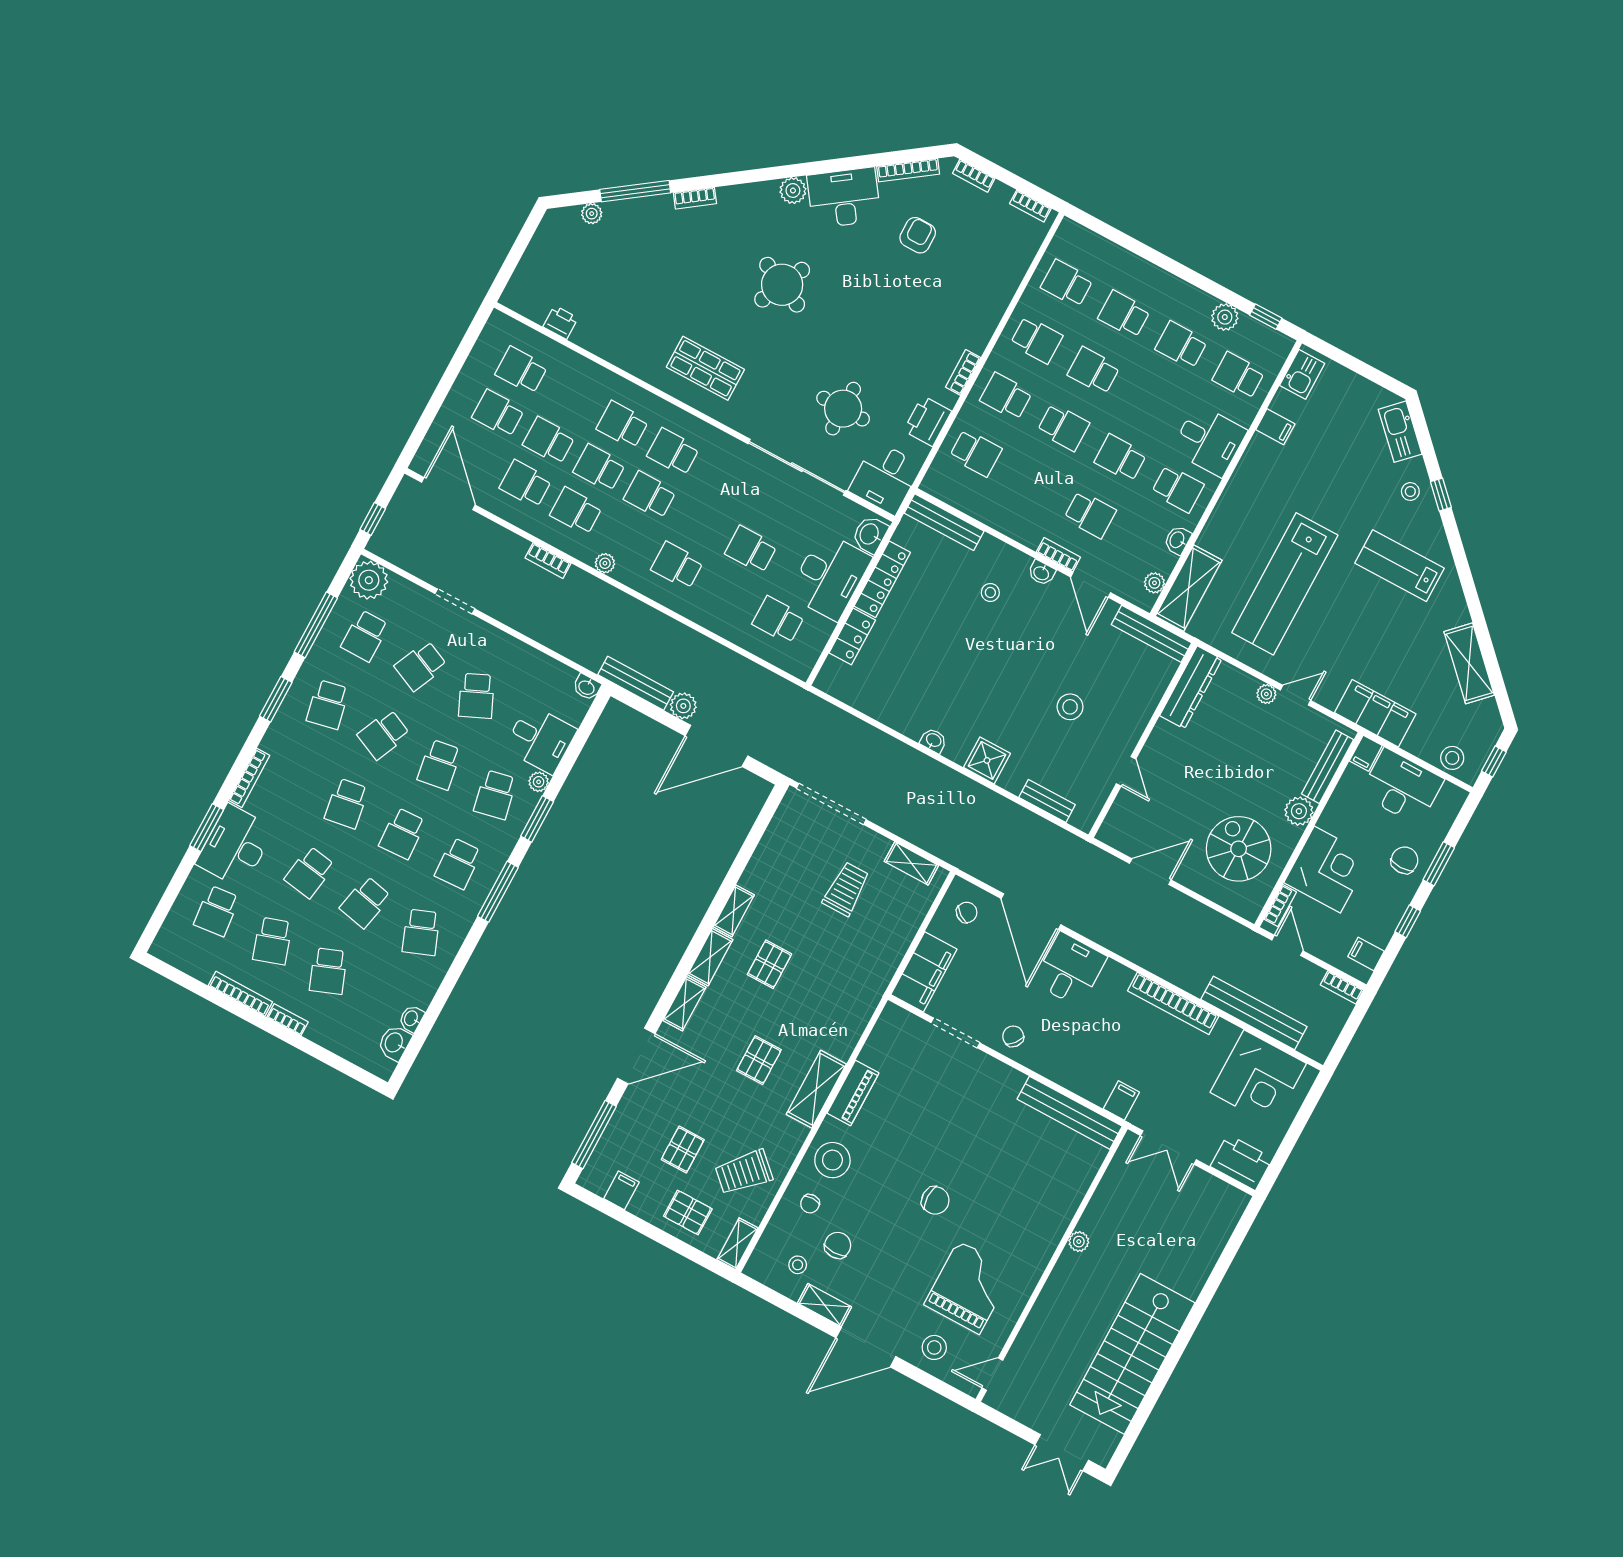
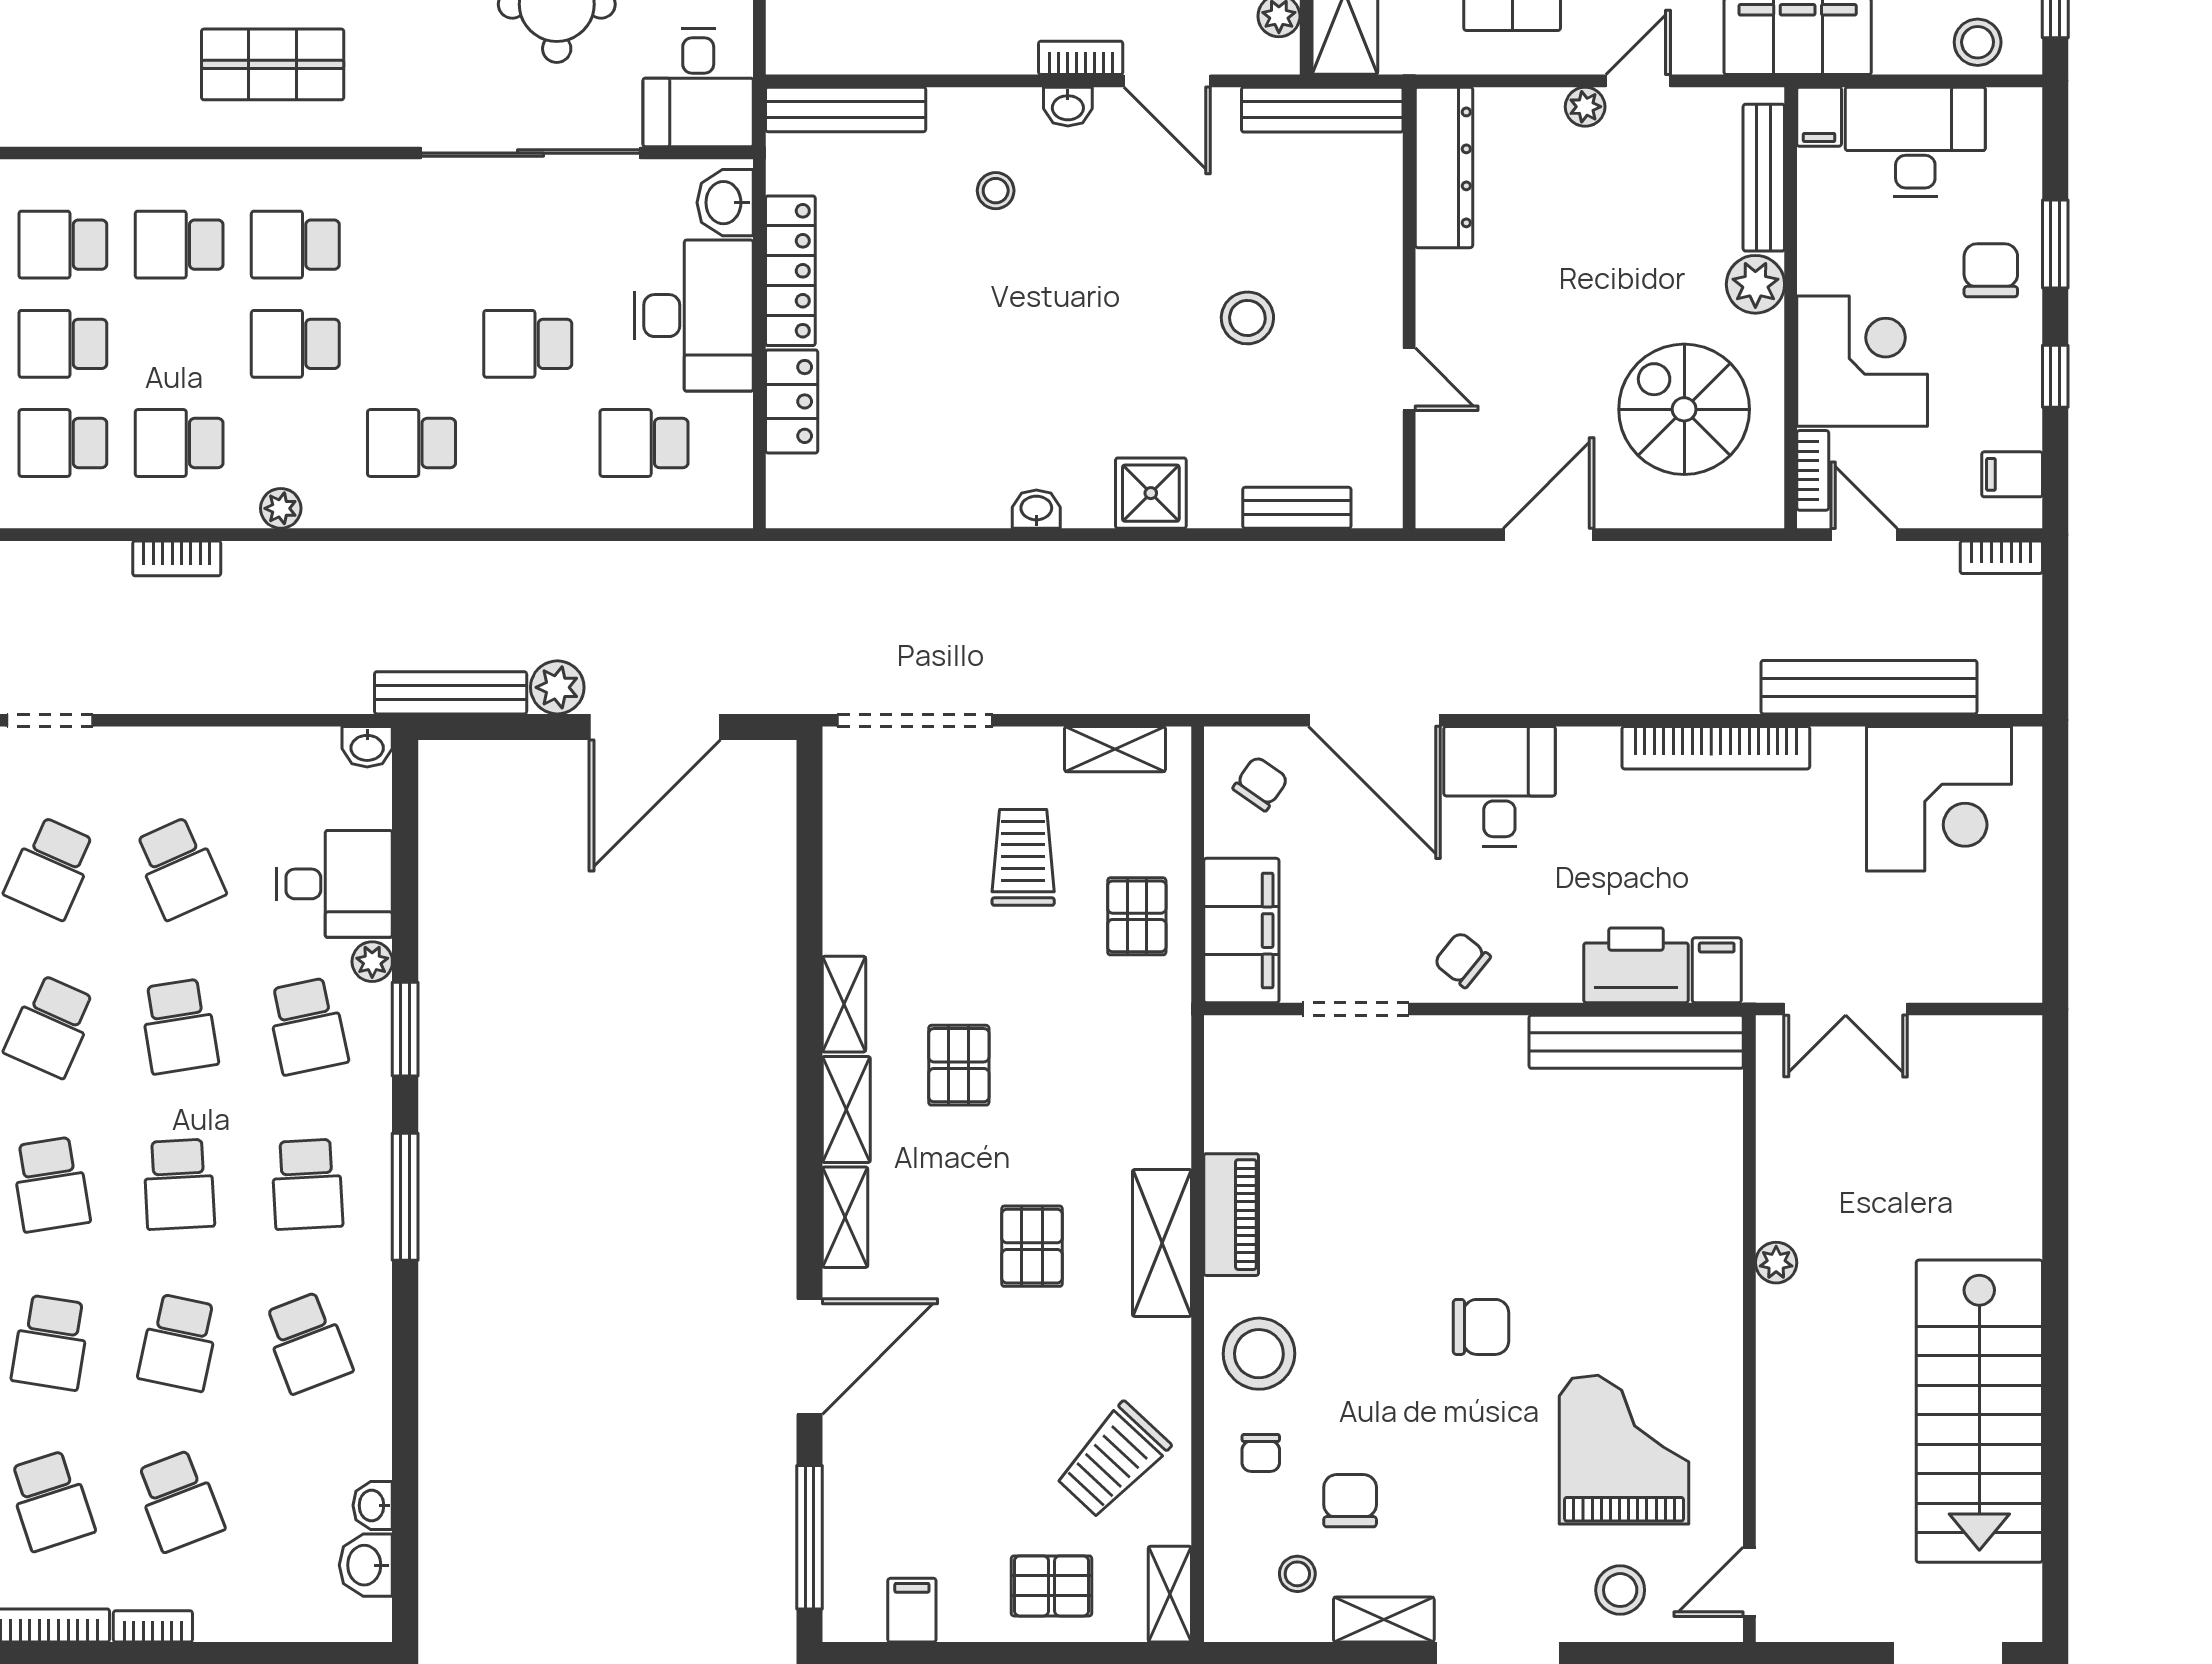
school desk: (599, 468) -> (63, 245), moved
pallet: (683, 1150) -> (1137, 916), moved
printer: (1241, 1162) -> (1636, 965), moved

